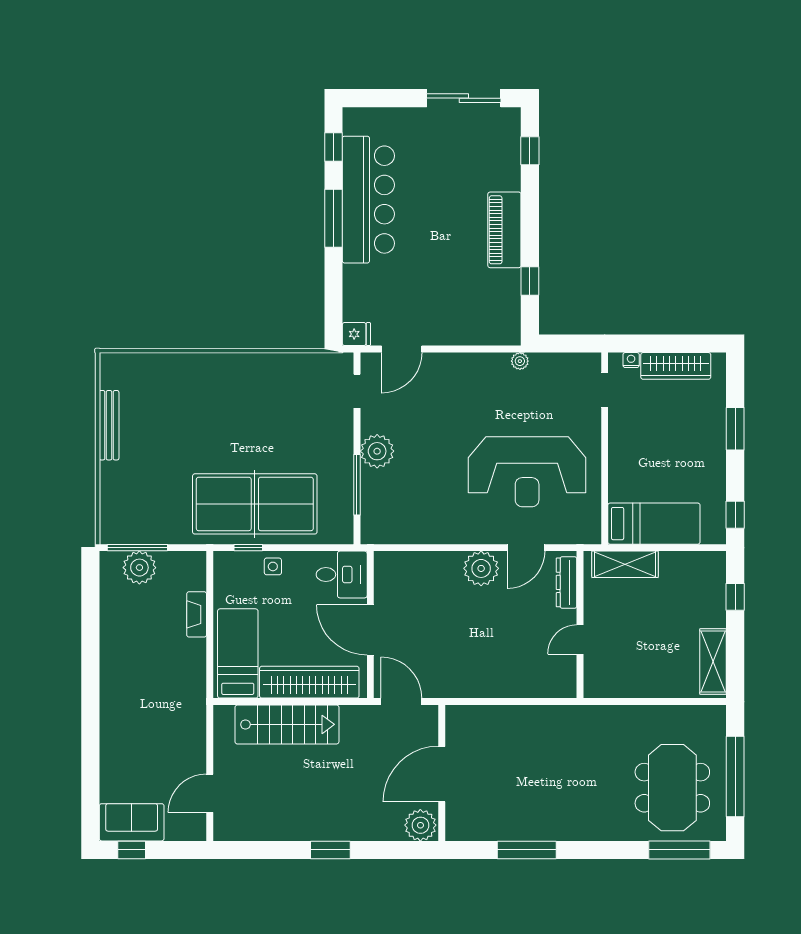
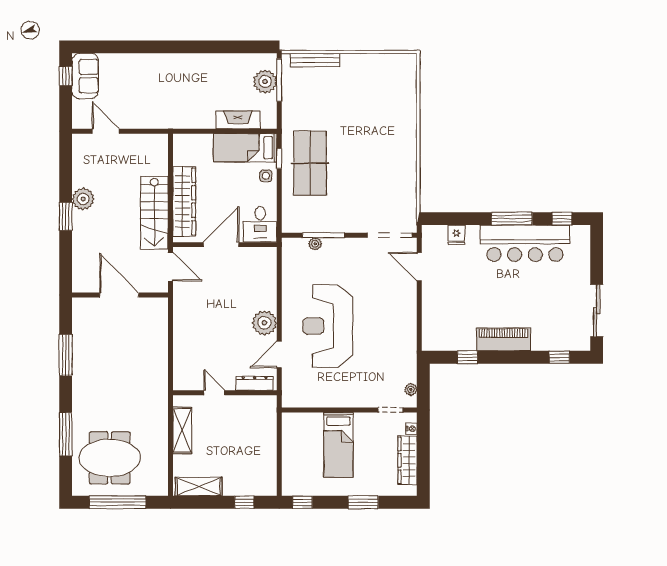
fridge: (356, 334) -> (456, 235), moved
plant: (520, 361) -> (411, 389), moved
doorway: (357, 391) -> (390, 235), width x1.88
bench: (109, 425) -> (315, 60), moved
plant: (377, 451) -> (315, 244), moved, width x0.53, depth x0.53
reception desk: (527, 472) -> (328, 326), moved
table tennis table: (255, 504) -> (310, 163), width x0.73, depth x0.76
bed: (654, 524) -> (338, 445), moved
door: (526, 548) -> (279, 355), hinge flipped
shelving: (625, 564) -> (182, 430), moved
fireplace: (197, 614) -> (238, 120), width x1.37, depth x1.32
bed: (238, 653) -> (245, 148), moved, turned 180
door: (401, 702) -> (170, 267), hinge flipped
stairs: (287, 724) -> (154, 213), moved
plant: (420, 825) -> (83, 199), moved
window: (679, 850) -> (66, 434), moved

